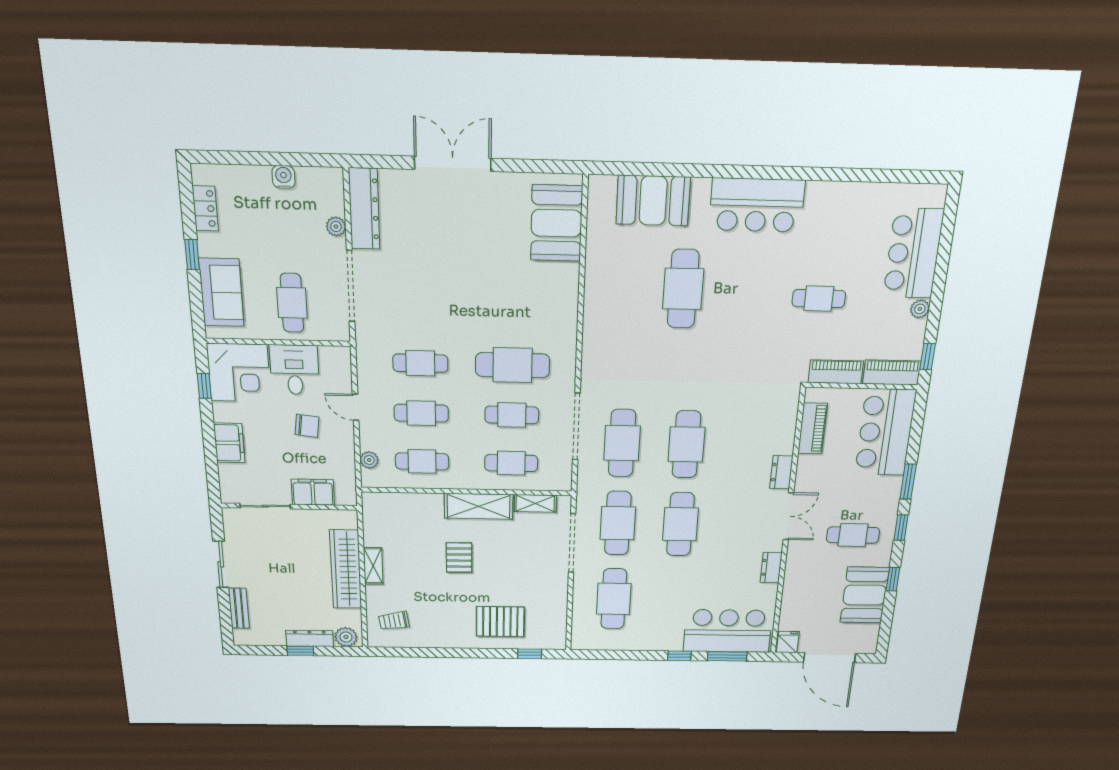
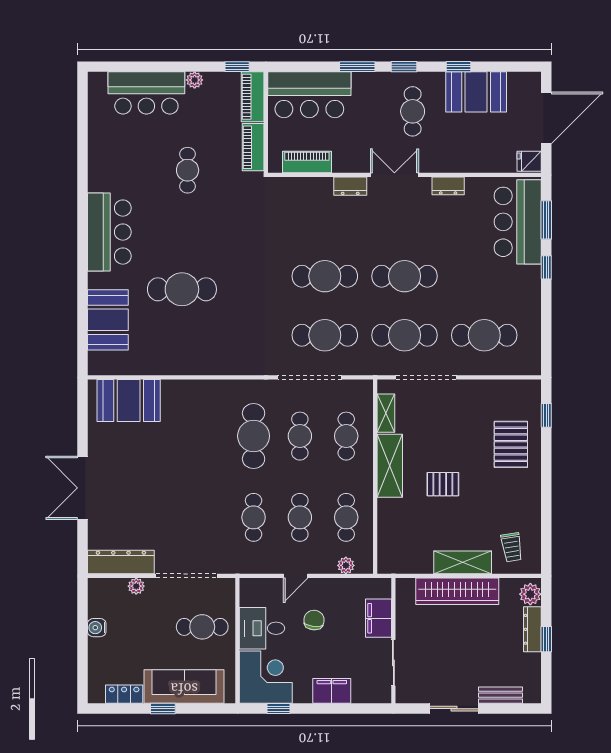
sofa: (221, 292) -> (184, 687), width x1.36
shelving: (373, 566) -> (463, 562), width x1.50, depth x1.33

